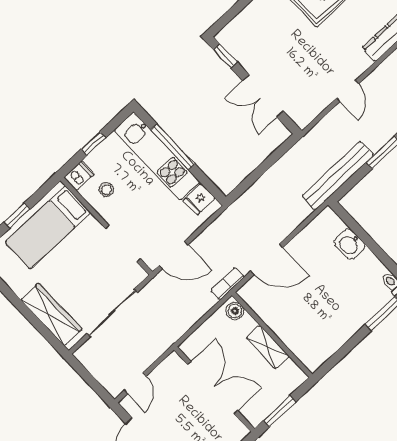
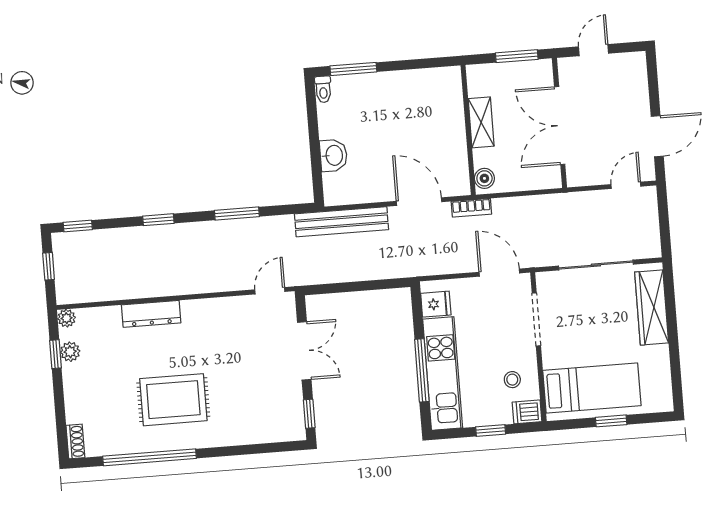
door: (348, 91) -> (270, 291), moved
bench: (338, 176) -> (342, 222), moved

